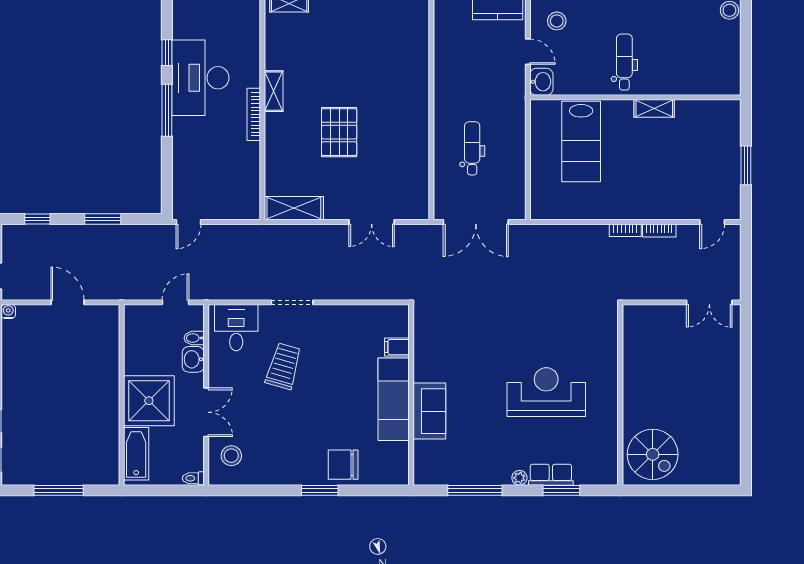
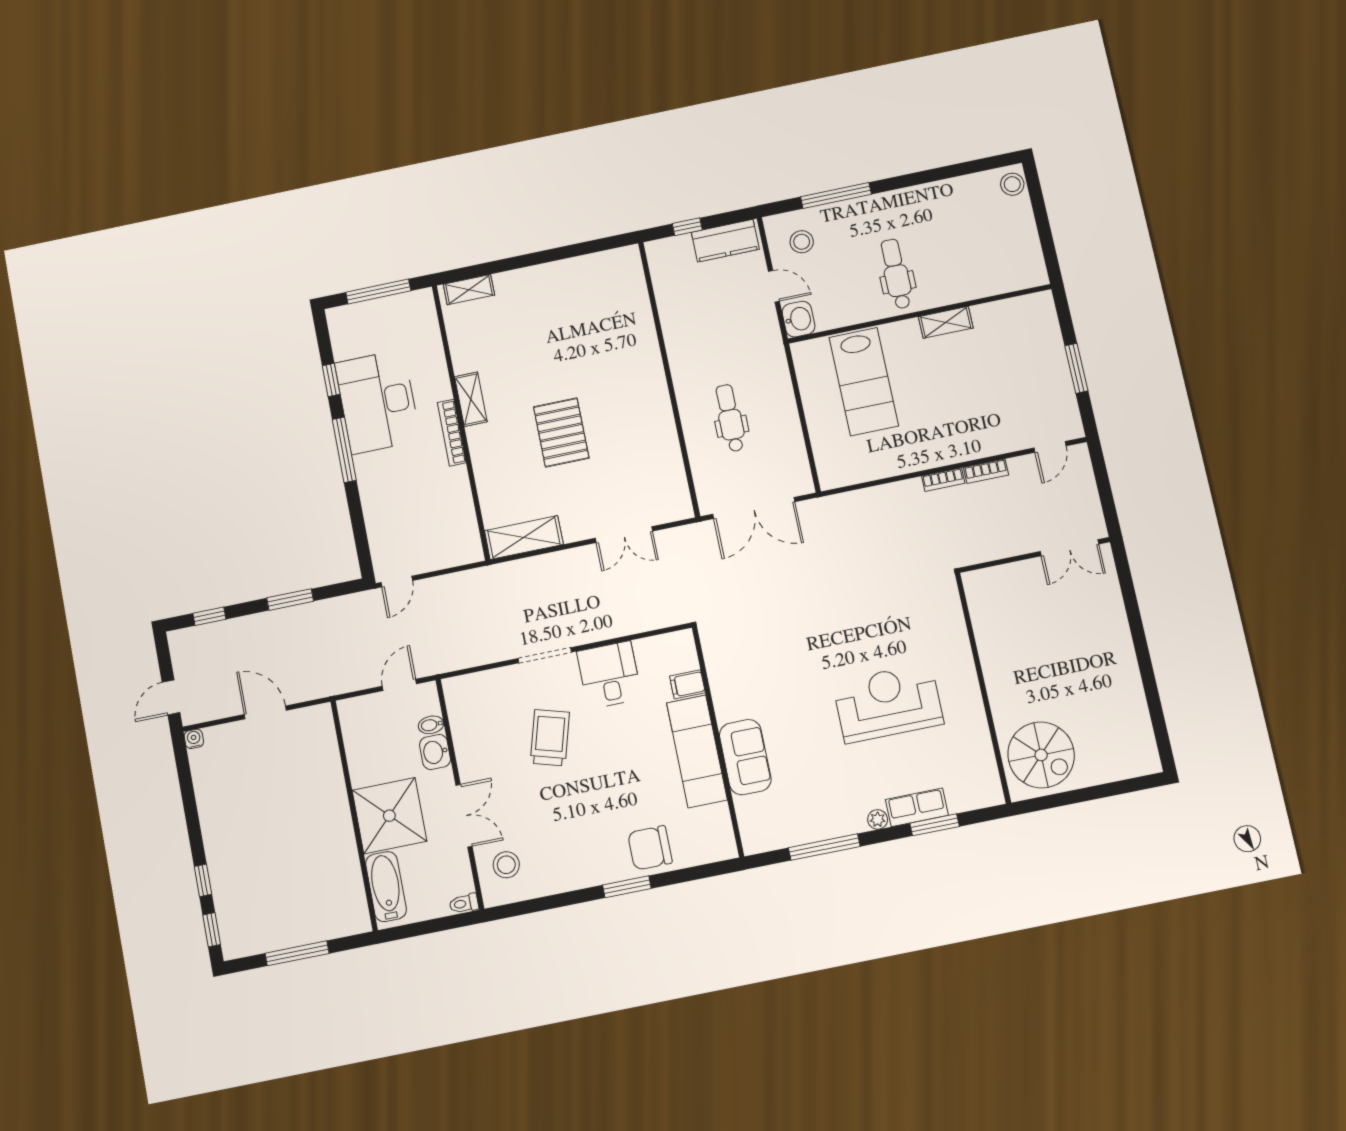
desk: (236, 328) -> (609, 675), moved

